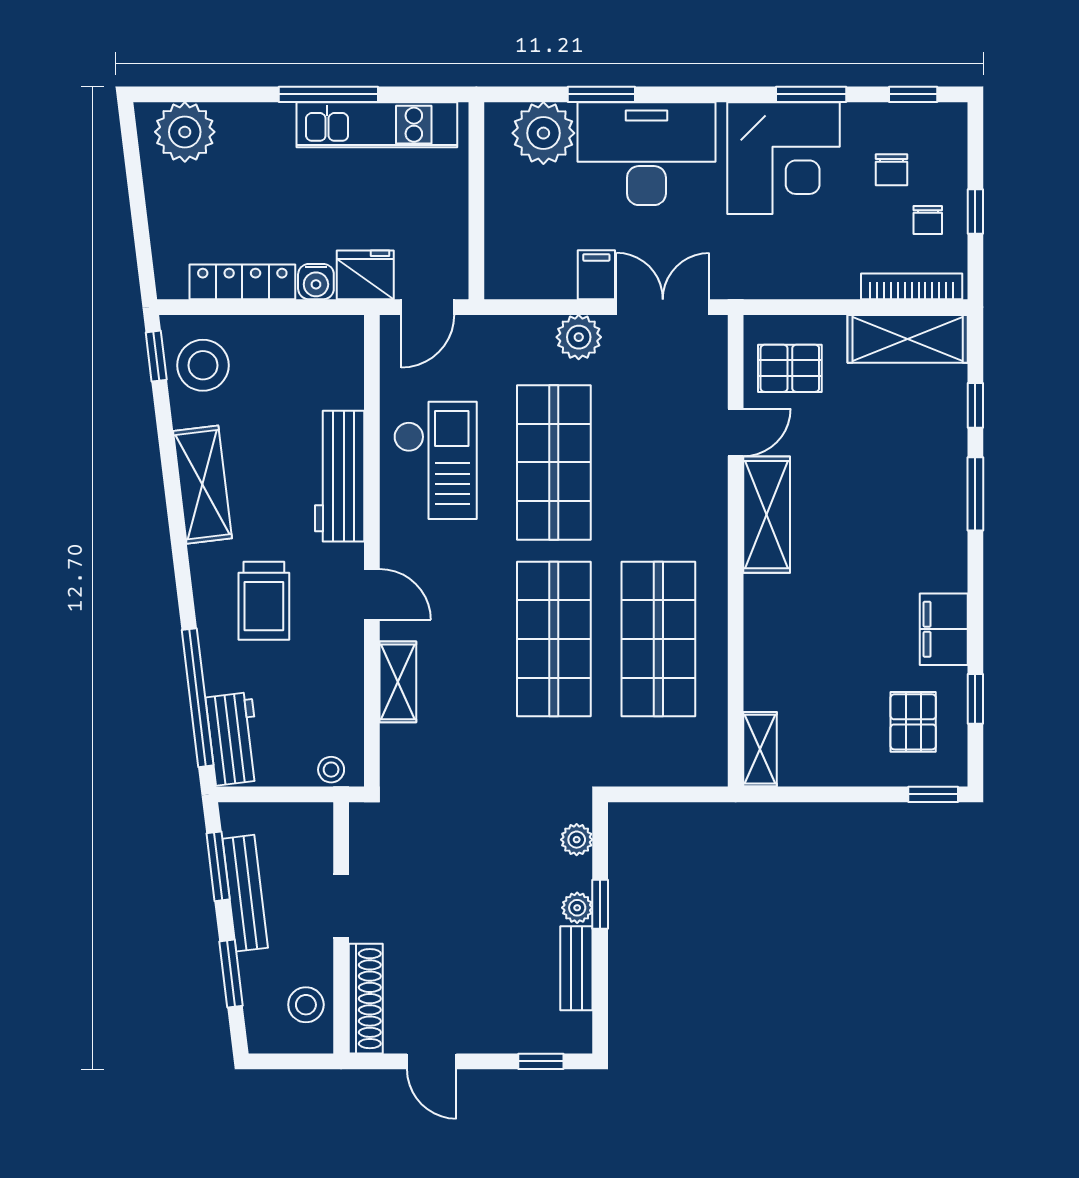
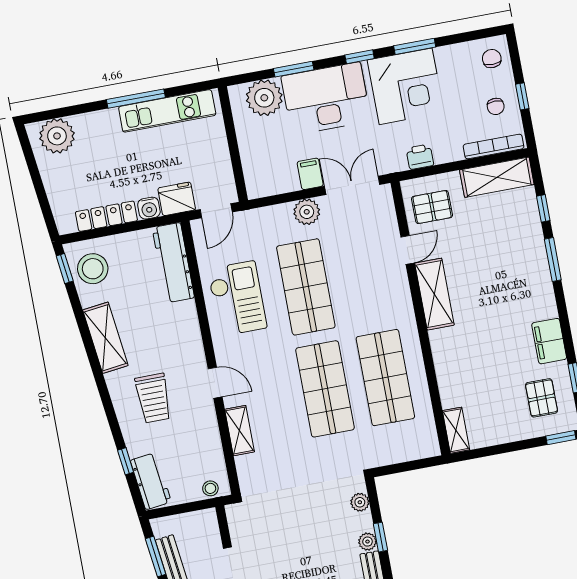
window: (913, 94) -> (360, 57), moved
chair: (892, 170) -> (492, 59), moved, turned 180
printer: (785, 280) -> (420, 157), added
workbench: (340, 476) -> (173, 263), moved
window: (198, 698) -> (126, 461), width x0.32

